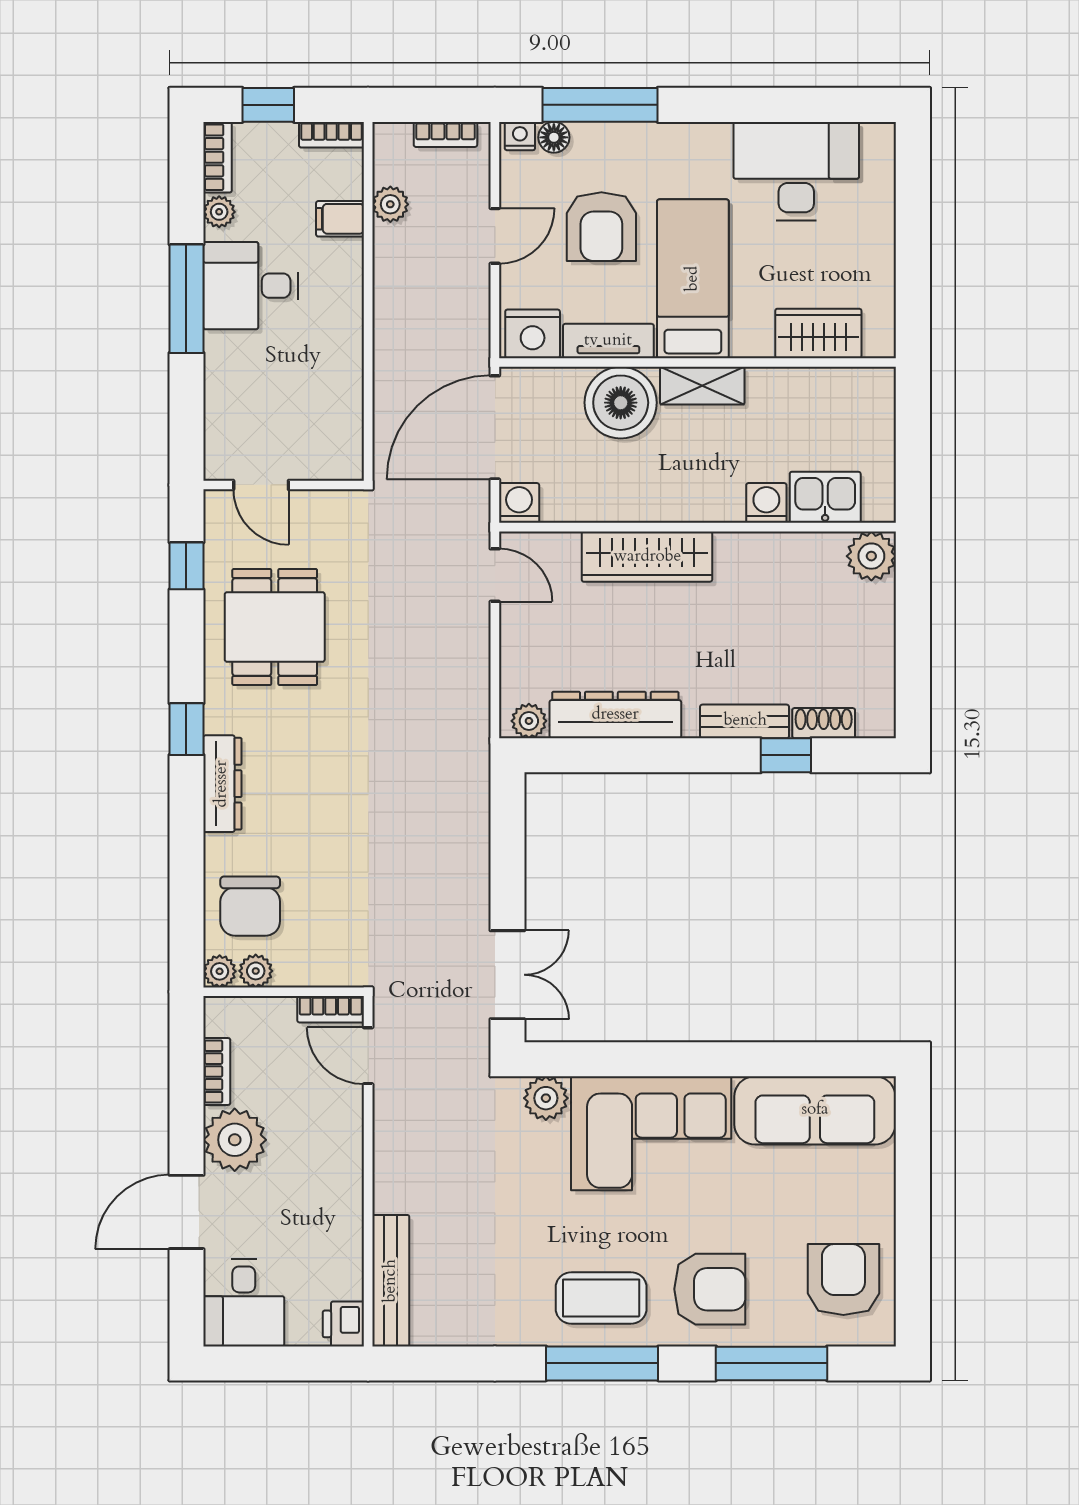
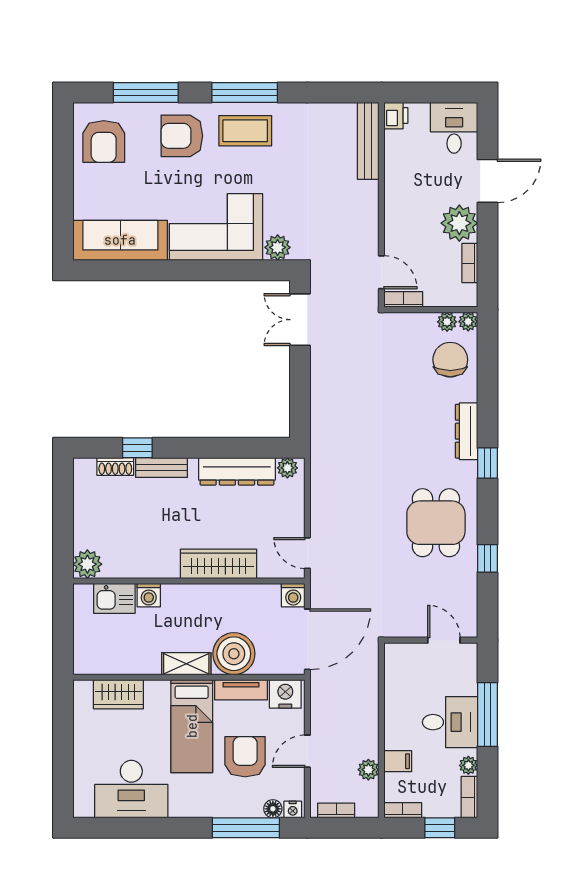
door: (261, 485) -> (444, 640), moved
wall: (284, 485) -> (431, 640), moved

